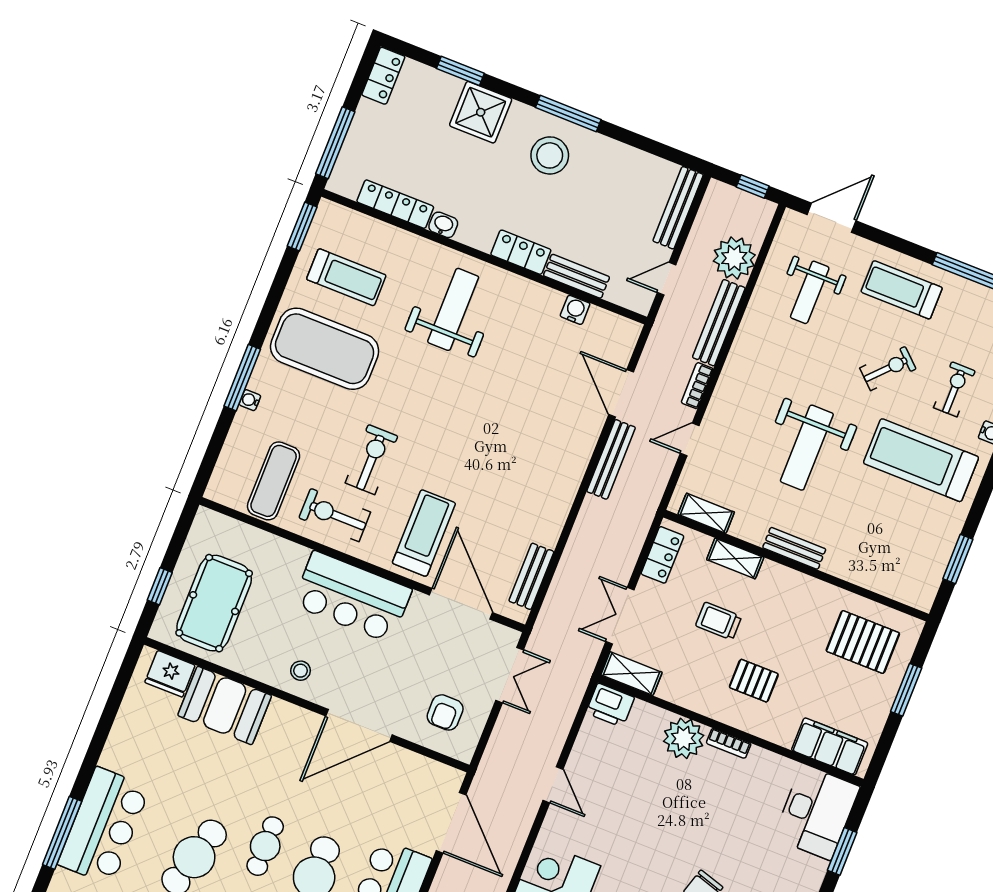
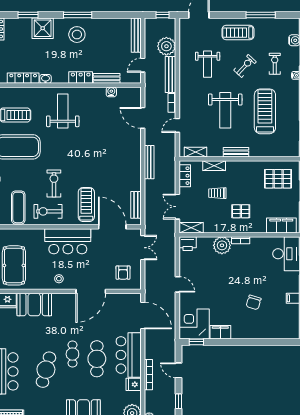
weight bench: (810, 292) -> (208, 64), moved
bench: (611, 459) -> (149, 162), moved
treadmill: (921, 460) -> (265, 111), moved, turned 90

